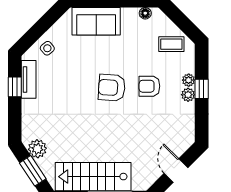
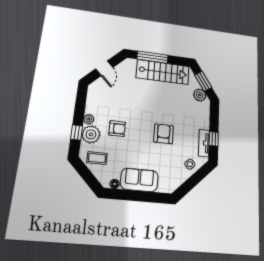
sofa: (96, 21) -> (139, 180), moved
plant: (189, 80) -> (91, 134), width x1.87, depth x1.87
armchair: (112, 88) -> (164, 134), moved, turned -94
window: (202, 89) -> (77, 133), moved

